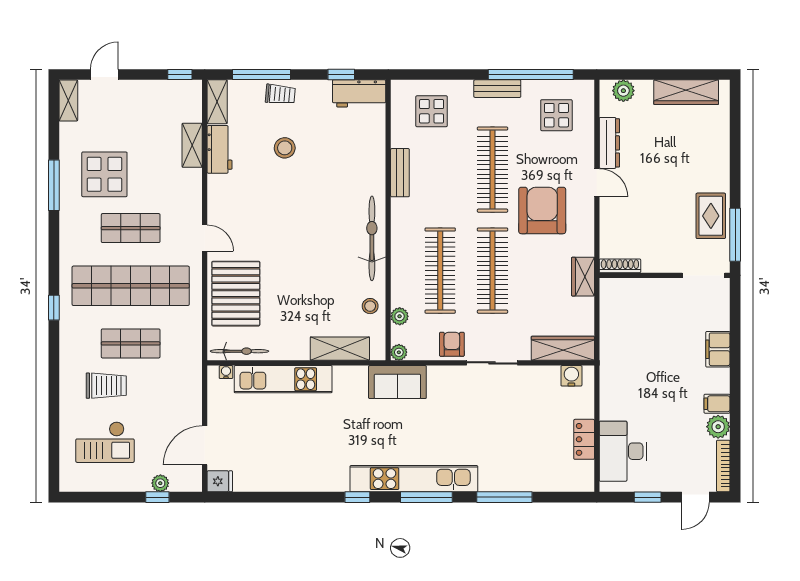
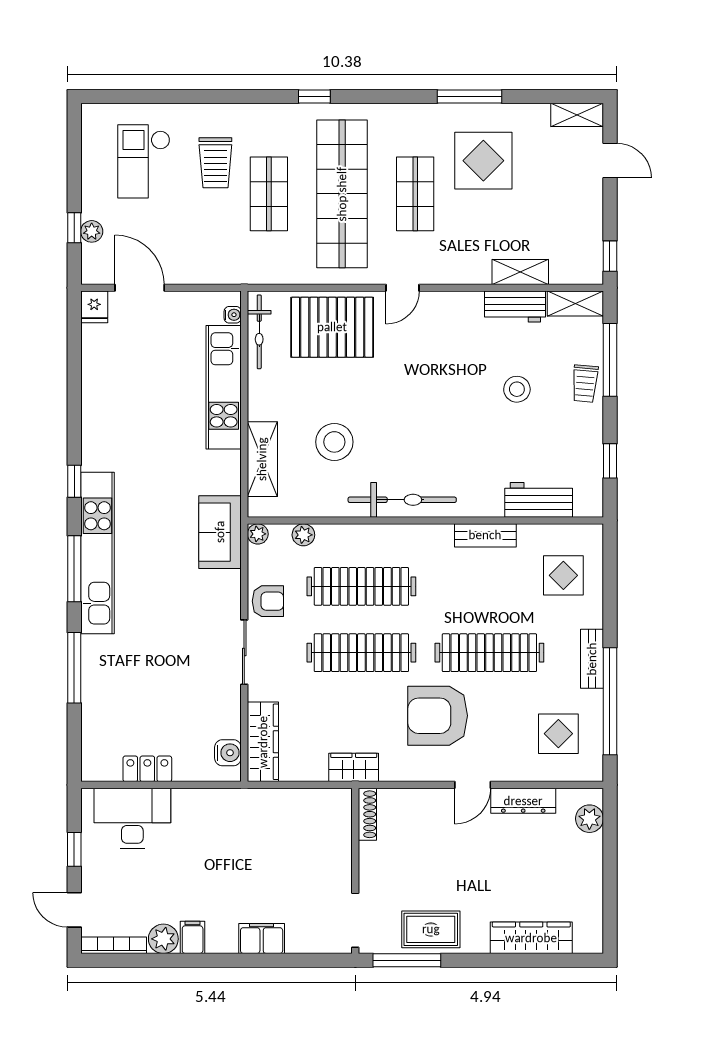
wardrobe: (686, 92) -> (531, 938), moved, turned 90
workbench: (359, 93) -> (539, 500), moved, turned 90
armchair: (542, 210) -> (438, 716), turned 180
stool: (370, 306) -> (334, 442), moved, width x1.89, depth x1.89

